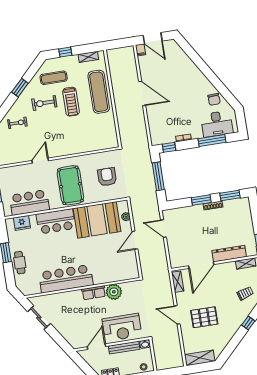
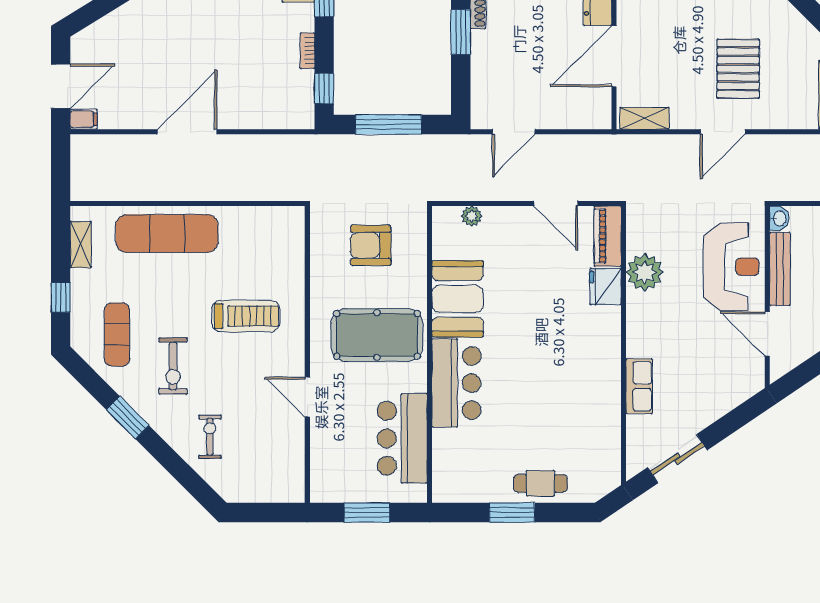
treadmill: (71, 102) -> (246, 316), moved
booth: (97, 220) -> (458, 299), width x0.73, depth x0.70
fridge: (22, 223) -> (605, 286), moved, turned 180
door: (135, 240) -> (556, 204), moved
door: (201, 265) -> (614, 56), swing flipped
piano: (126, 274) -> (608, 236), added
bar counter: (66, 279) -> (596, 381), removed
row of seats: (94, 293) -> (639, 386), moved

